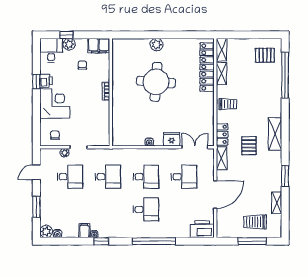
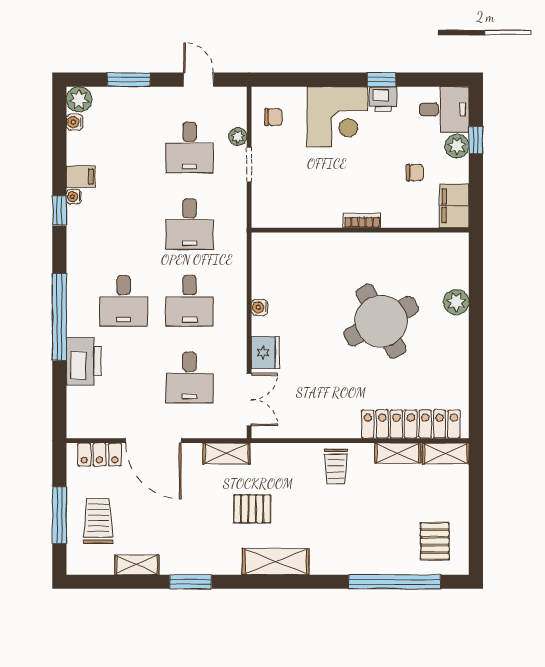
plant: (157, 45) -> (456, 302), moved
round table: (156, 82) -> (381, 321), turned -32
locker: (222, 134) -> (99, 455), moved
printer: (202, 229) -> (83, 361), moved

